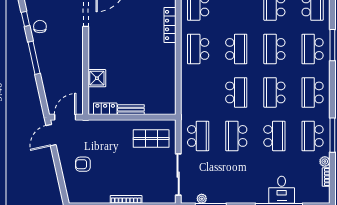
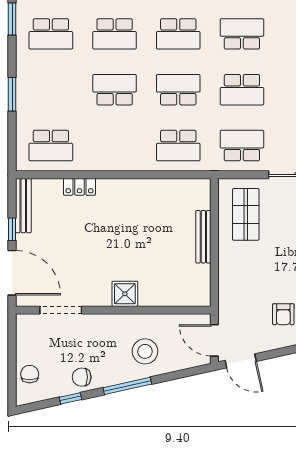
locker: (170, 25) -> (79, 187), width x0.66
school desk: (198, 49) -> (178, 146), moved
stool: (58, 70) -> (145, 351), added
shower: (97, 78) -> (125, 294), moved
locker: (105, 109) -> (202, 282), removed
bench: (131, 110) -> (203, 237), width x1.36

